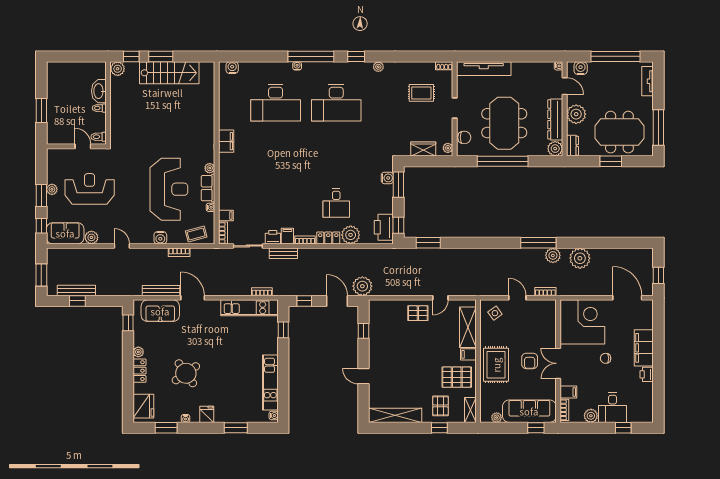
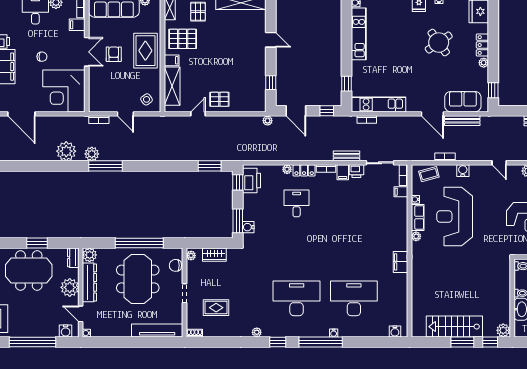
plant: (351, 235) -> (287, 169), width x0.53, depth x0.53
plant: (362, 286) -> (268, 121), width x0.53, depth x0.53

